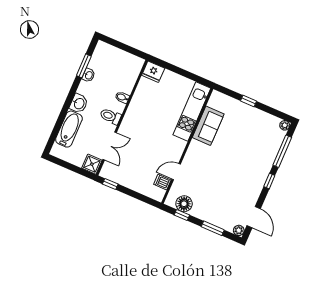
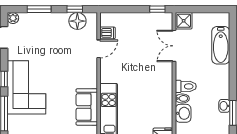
washbasin: (79, 103) -> (183, 113), moved, turned 180
toilet: (110, 116) -> (186, 86), moved
corner sofa: (253, 165) -> (26, 87), added

